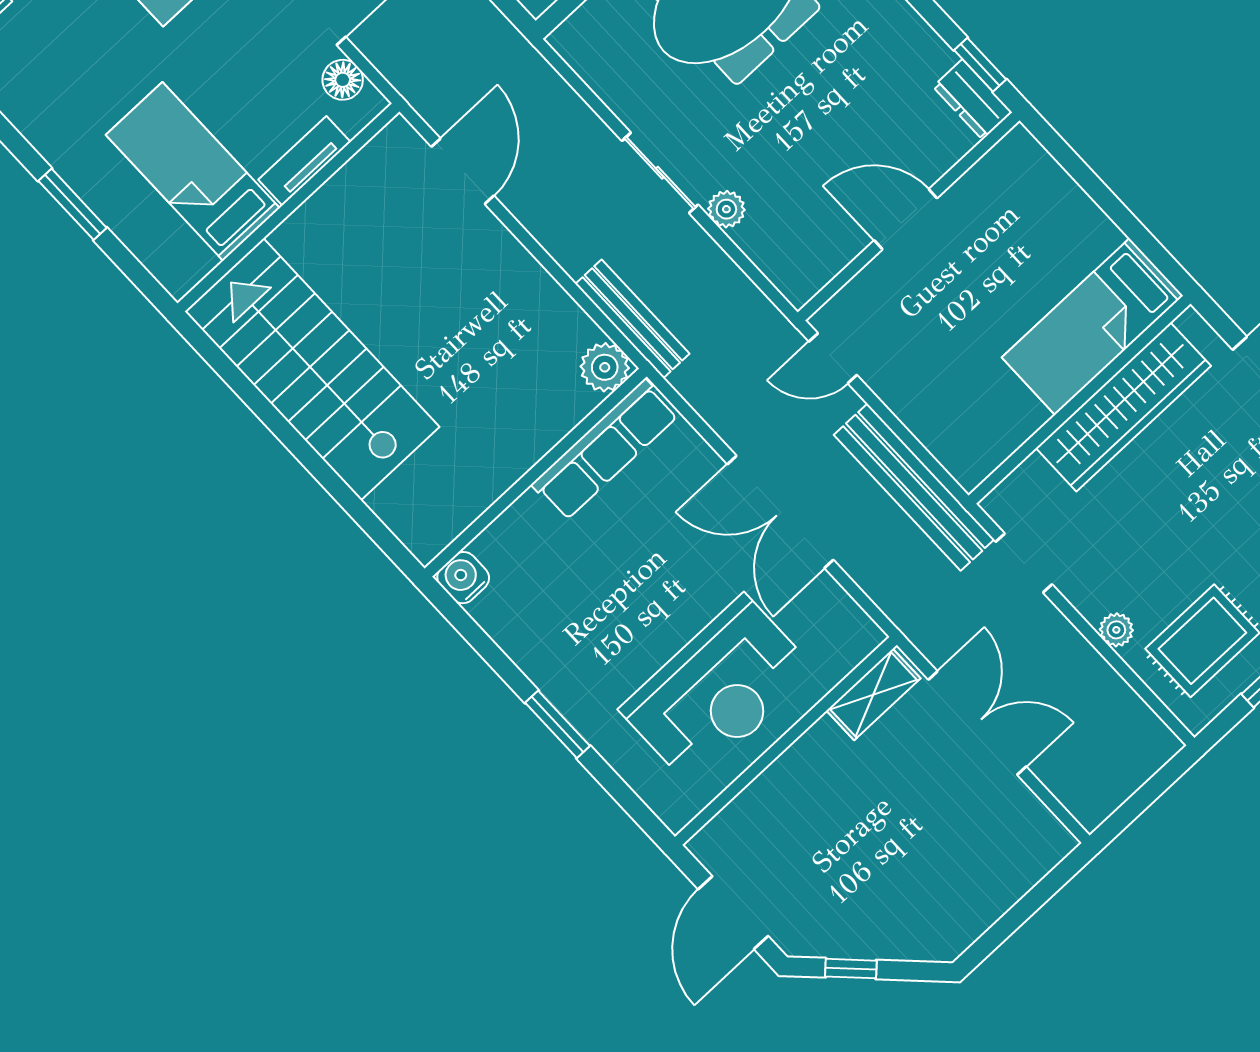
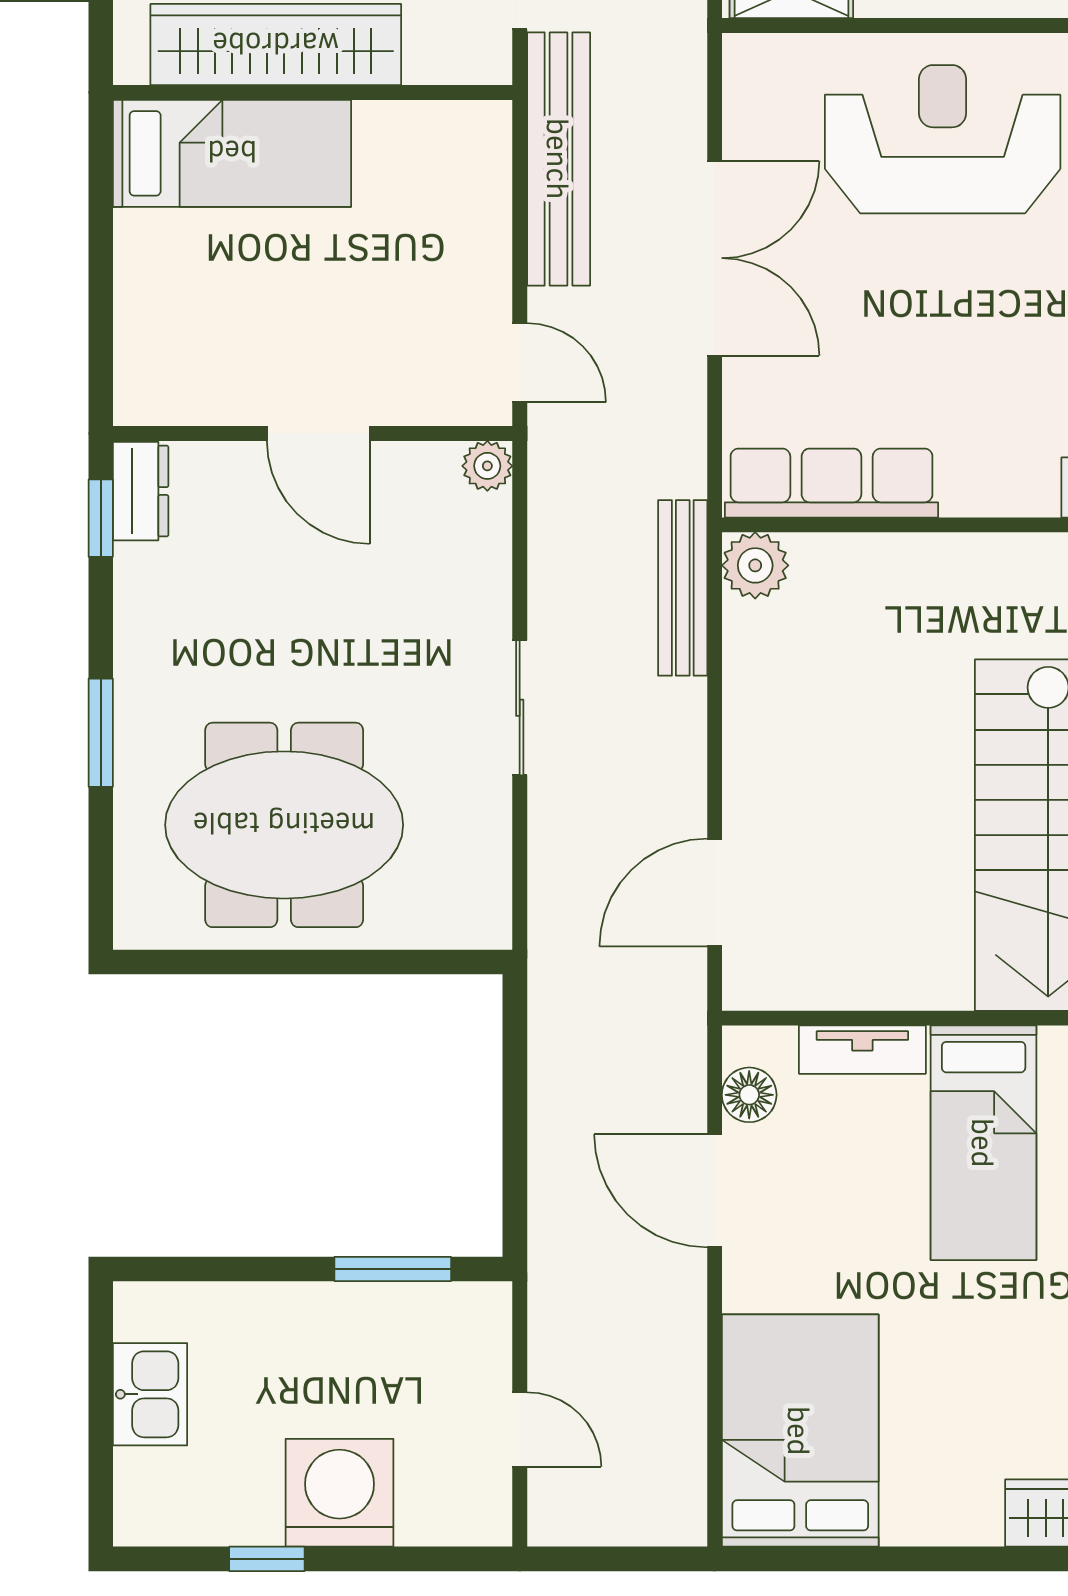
plant: (726, 209) -> (487, 466), moved

